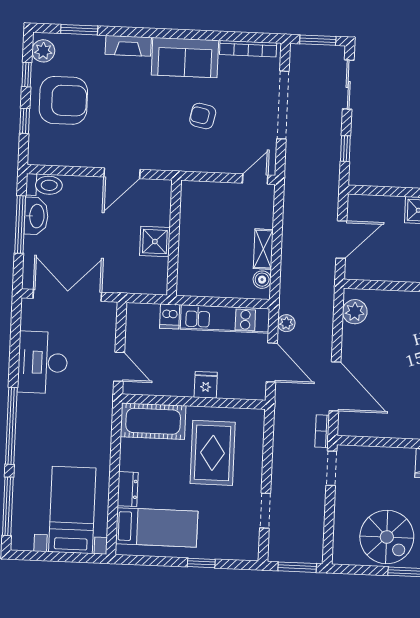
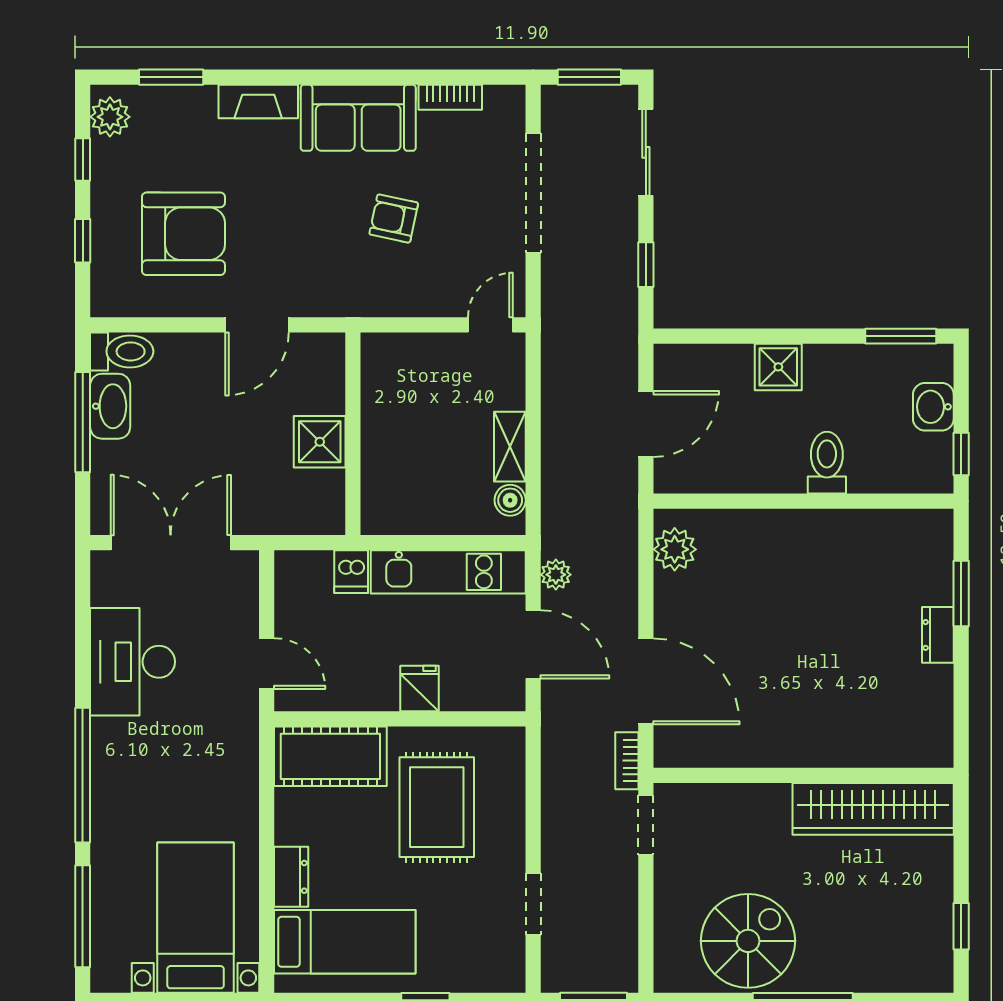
bookcase: (248, 49) -> (450, 97), width x0.64
armchair: (63, 100) -> (183, 234), moved
spiral stairs: (387, 537) -> (748, 941), turned -90

